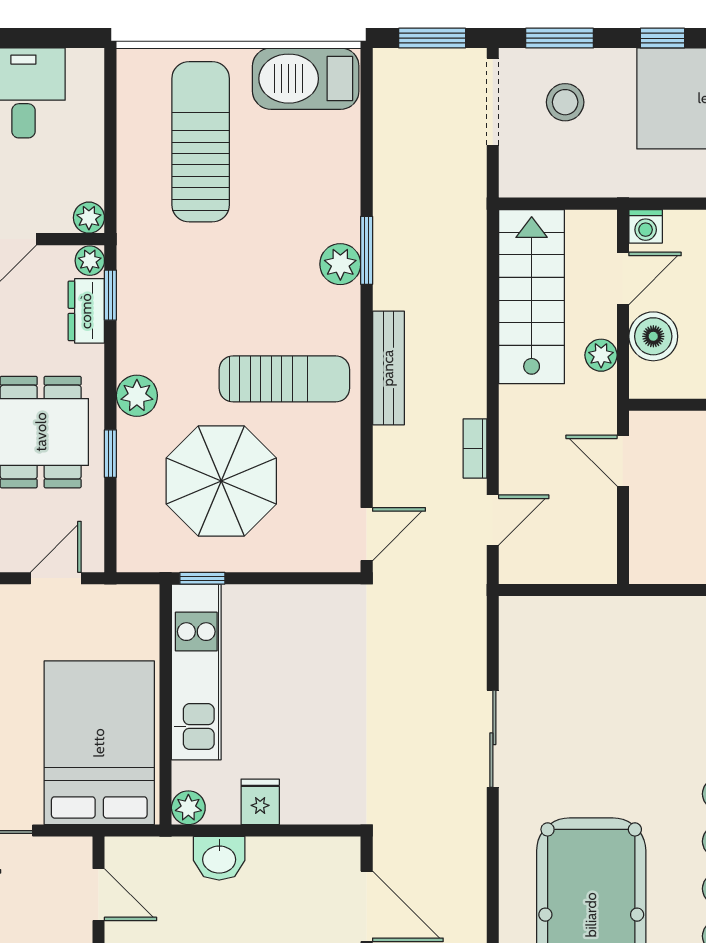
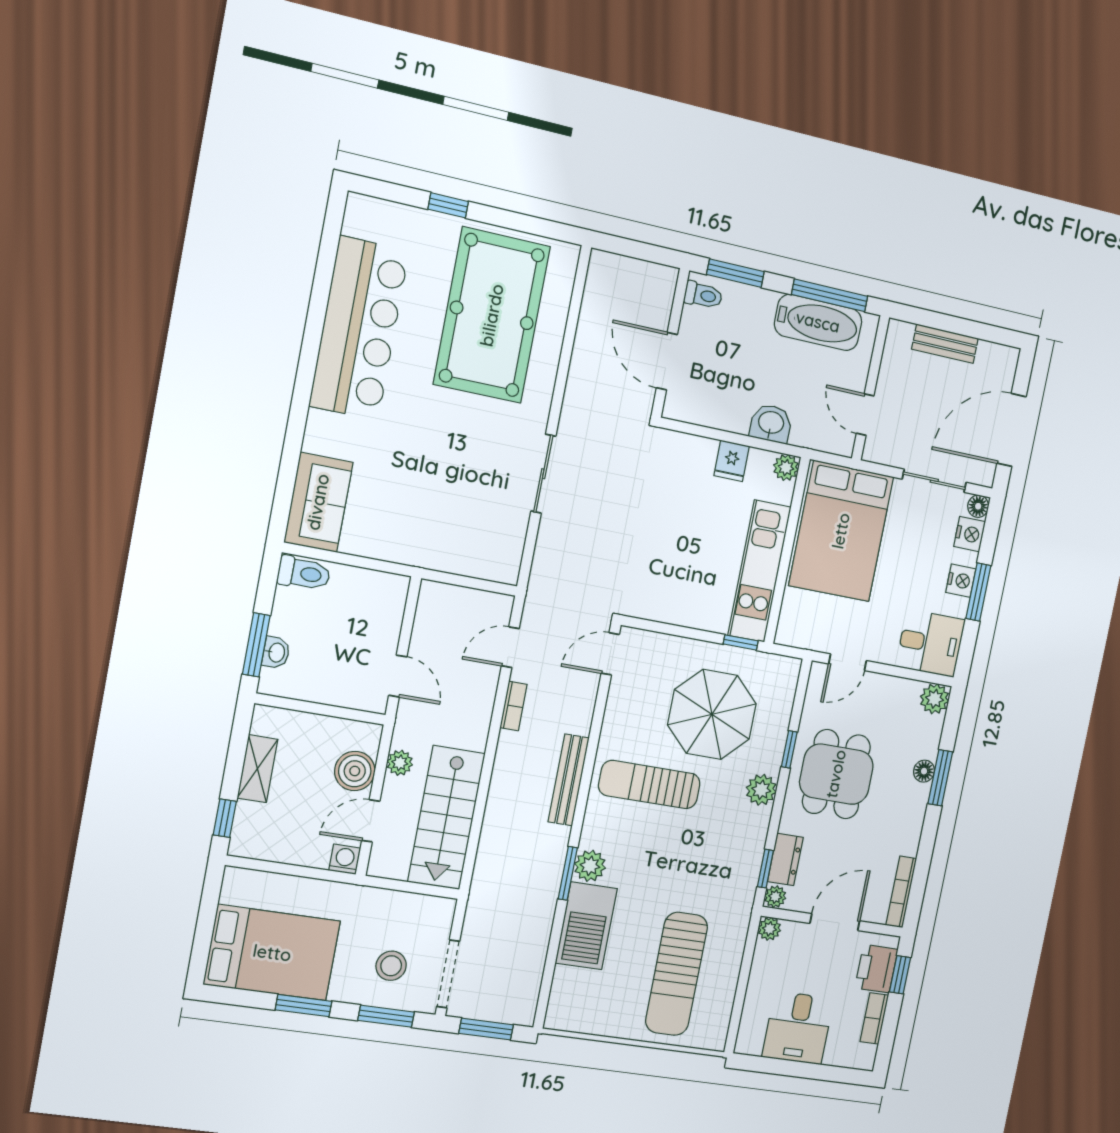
window: (662, 38) -> (304, 1006), width x1.50
barbecue: (306, 79) -> (586, 926), moved, turned 90

